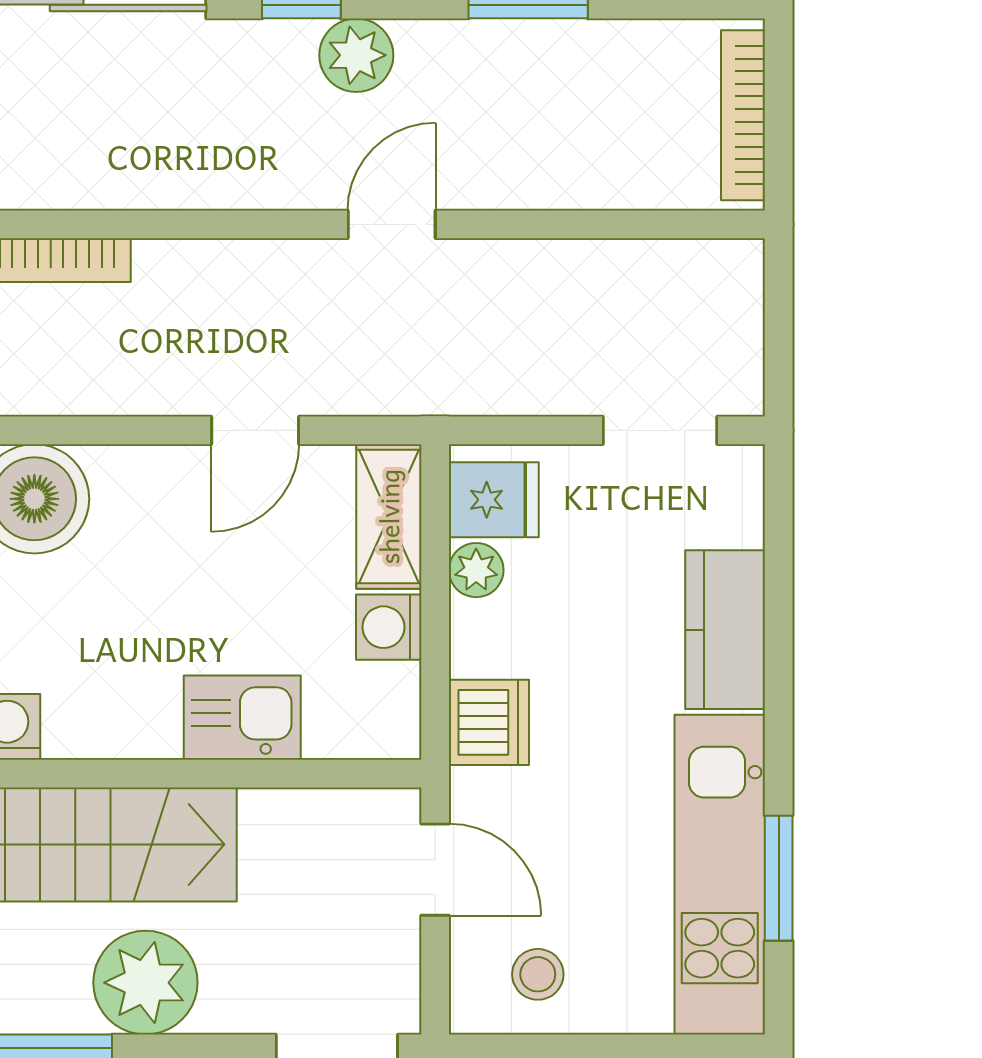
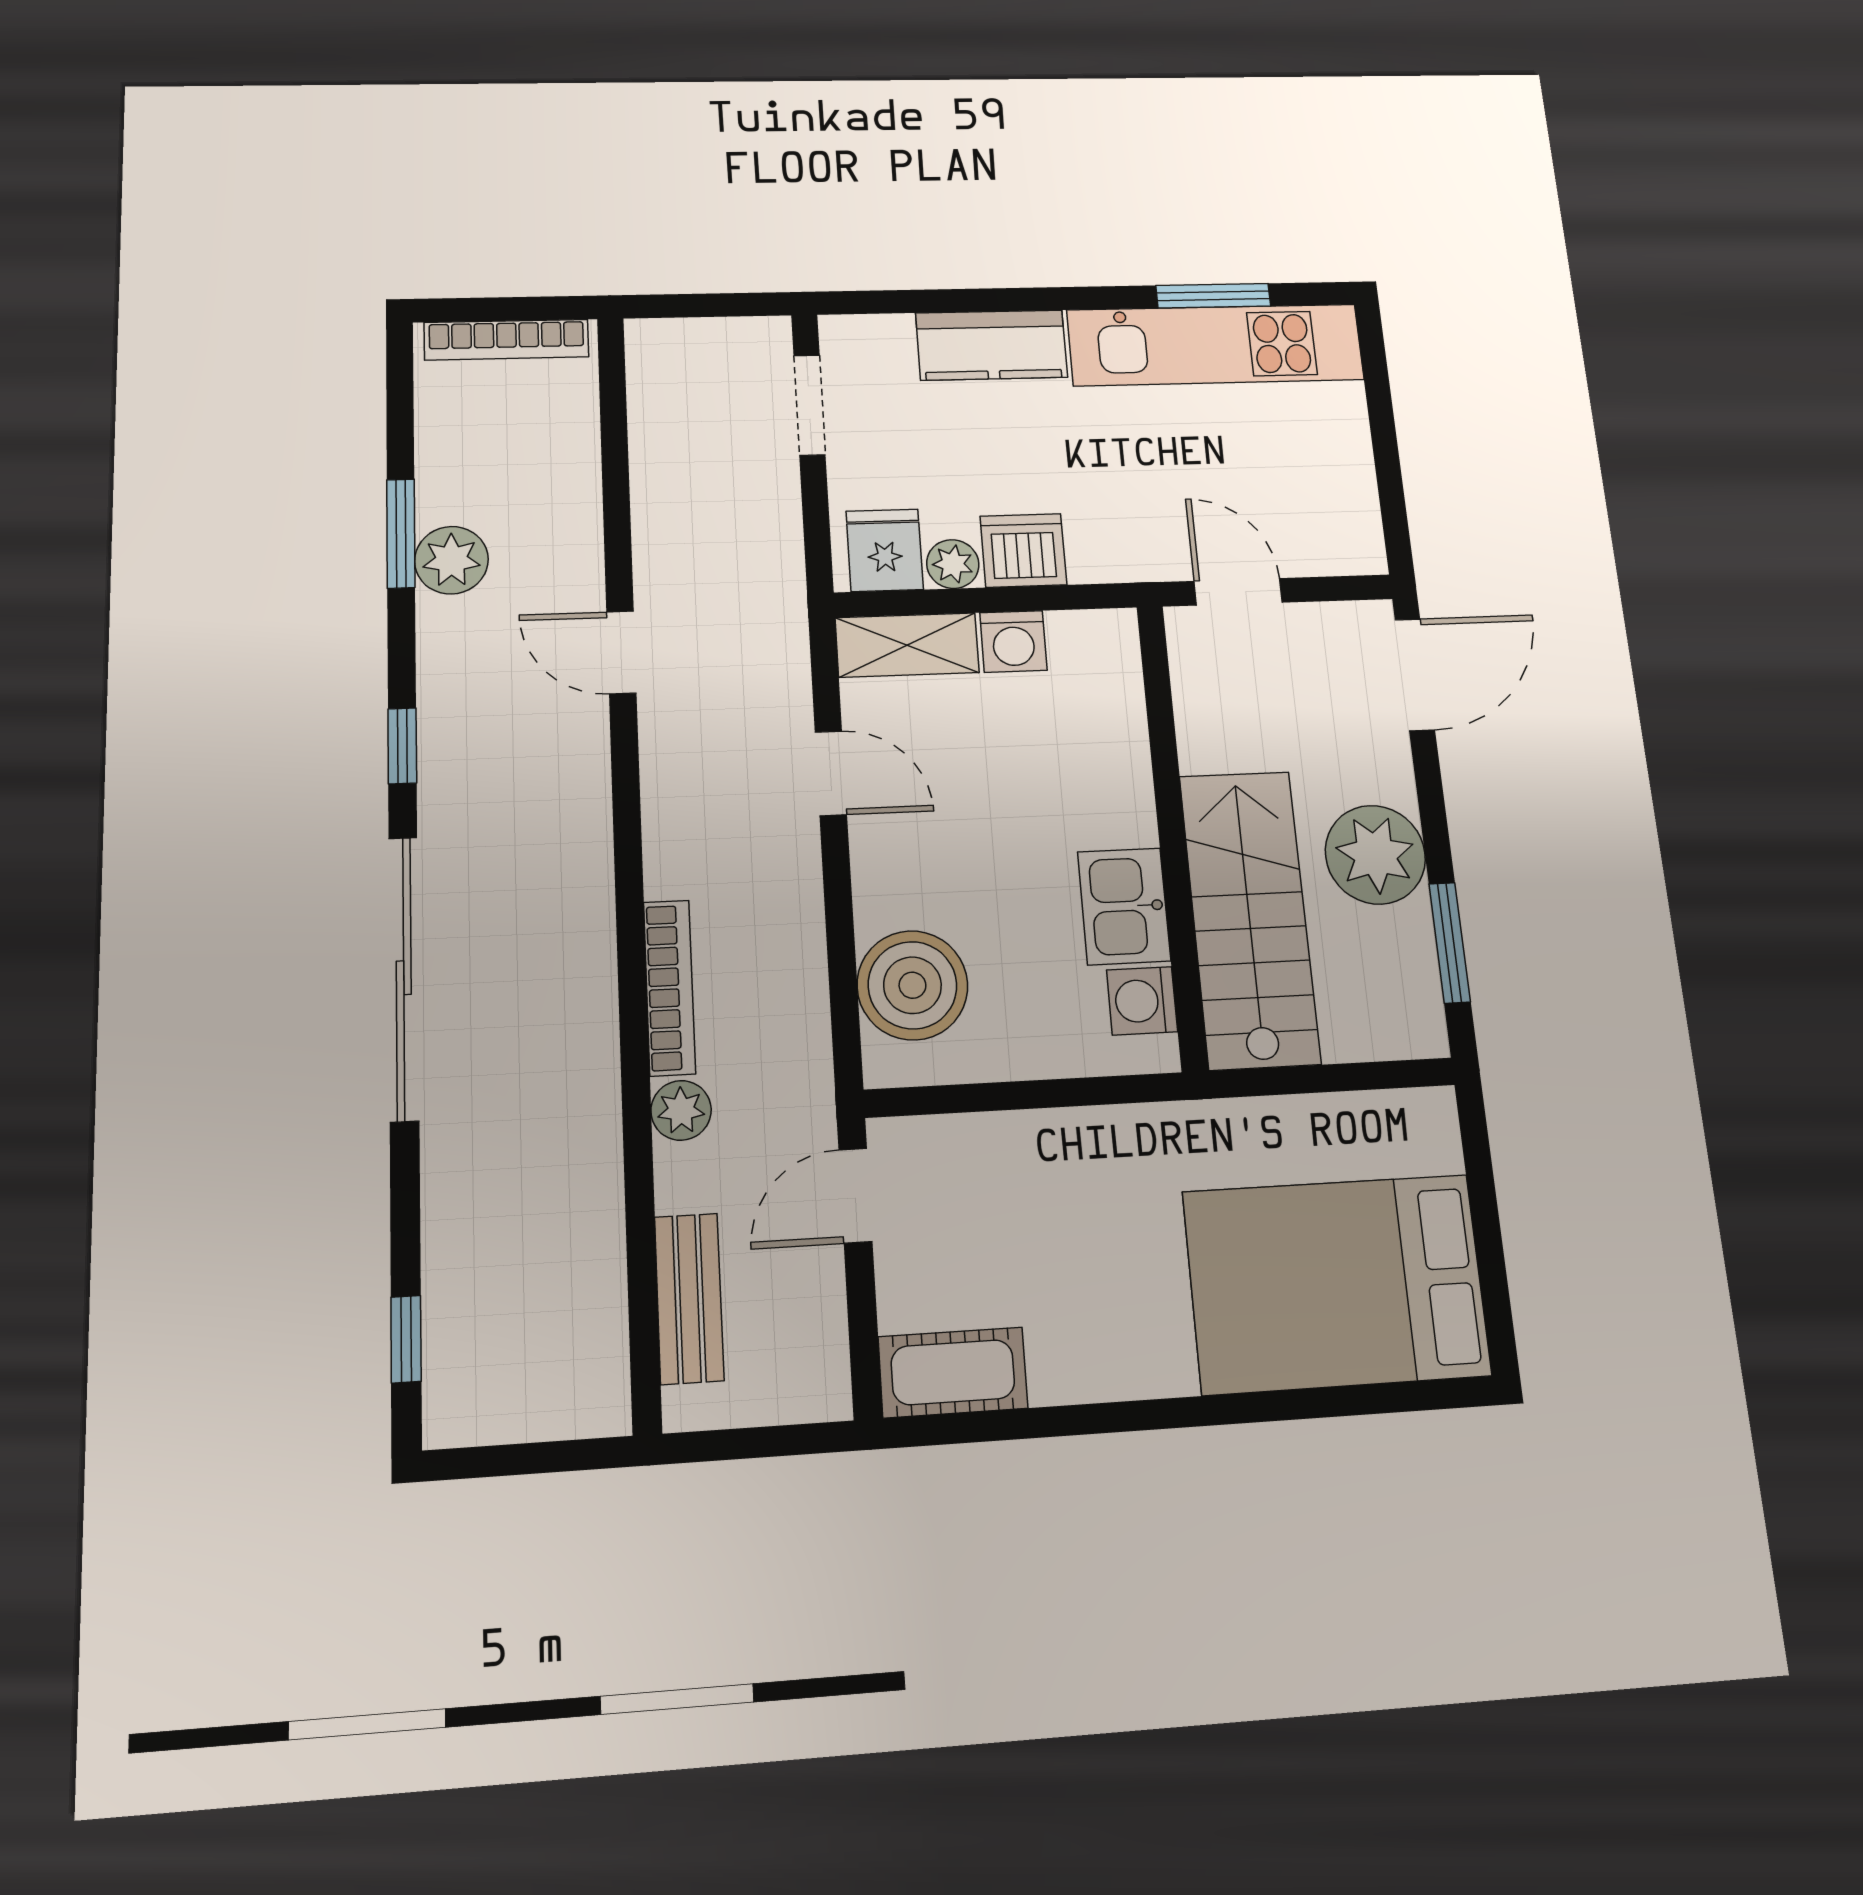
plant: (356, 55) -> (451, 560), moved
kitchen sink: (242, 718) -> (1124, 906), moved
dishwasher: (489, 722) -> (1023, 550), moved
door: (435, 870) -> (1238, 592), hinge flipped
stool: (538, 974) -> (1324, 498), removed

